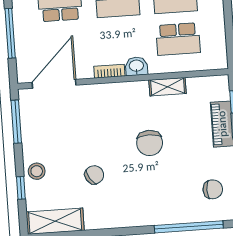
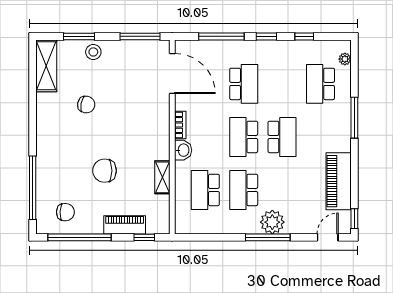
chair: (150, 143) -> (105, 171), moved
chair: (94, 175) -> (86, 105), turned -46
window: (21, 188) -> (79, 36), width x1.50
chair: (213, 189) -> (65, 212), turned -88

